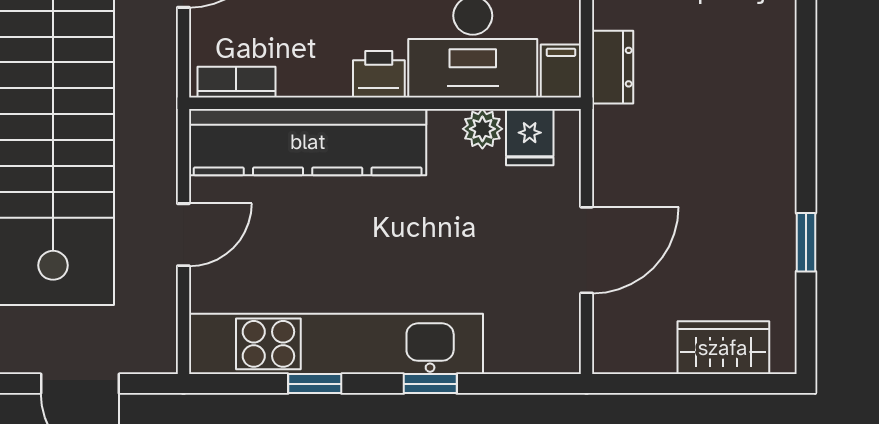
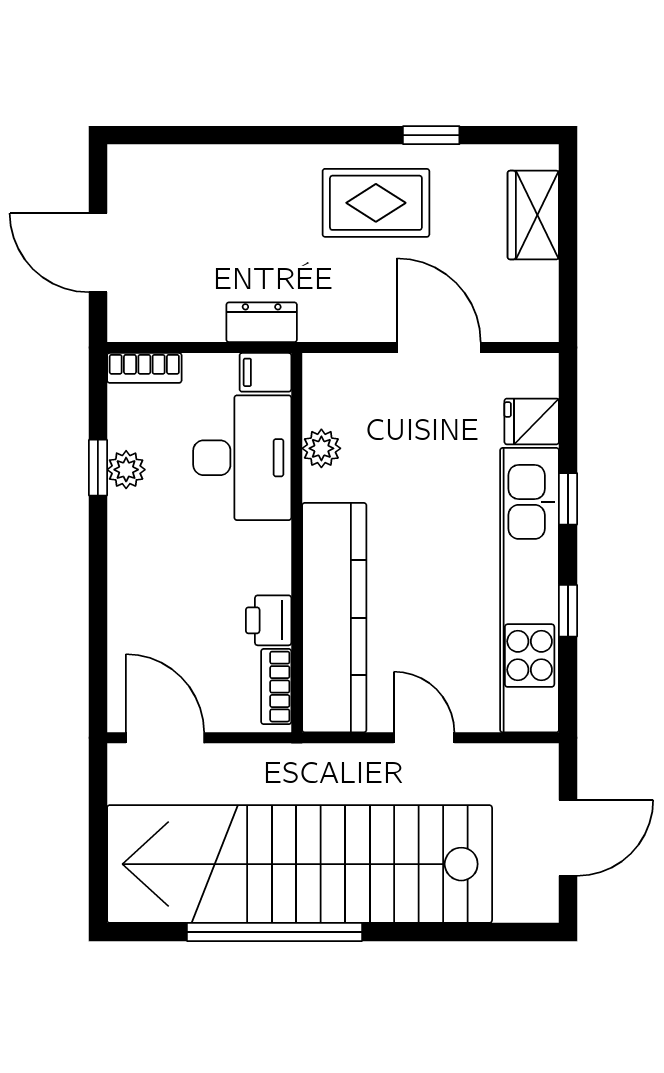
printer: (379, 74) -> (269, 620), moved
fridge: (530, 137) -> (532, 421), moved, turned 180
rug: (736, 185) -> (376, 203), added

